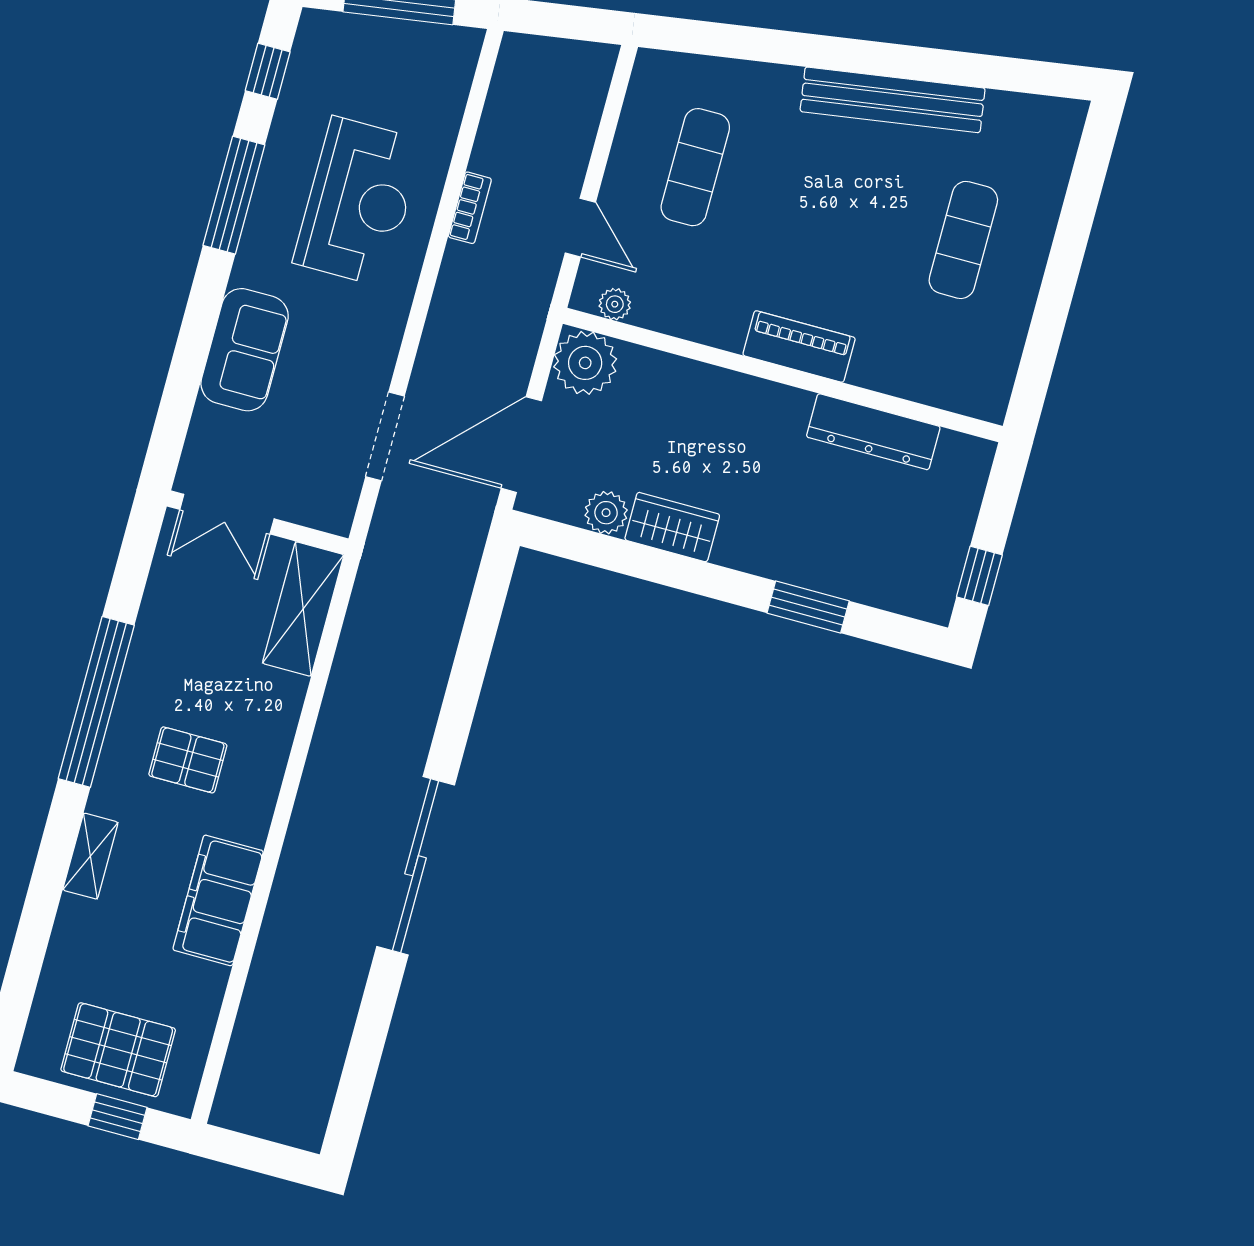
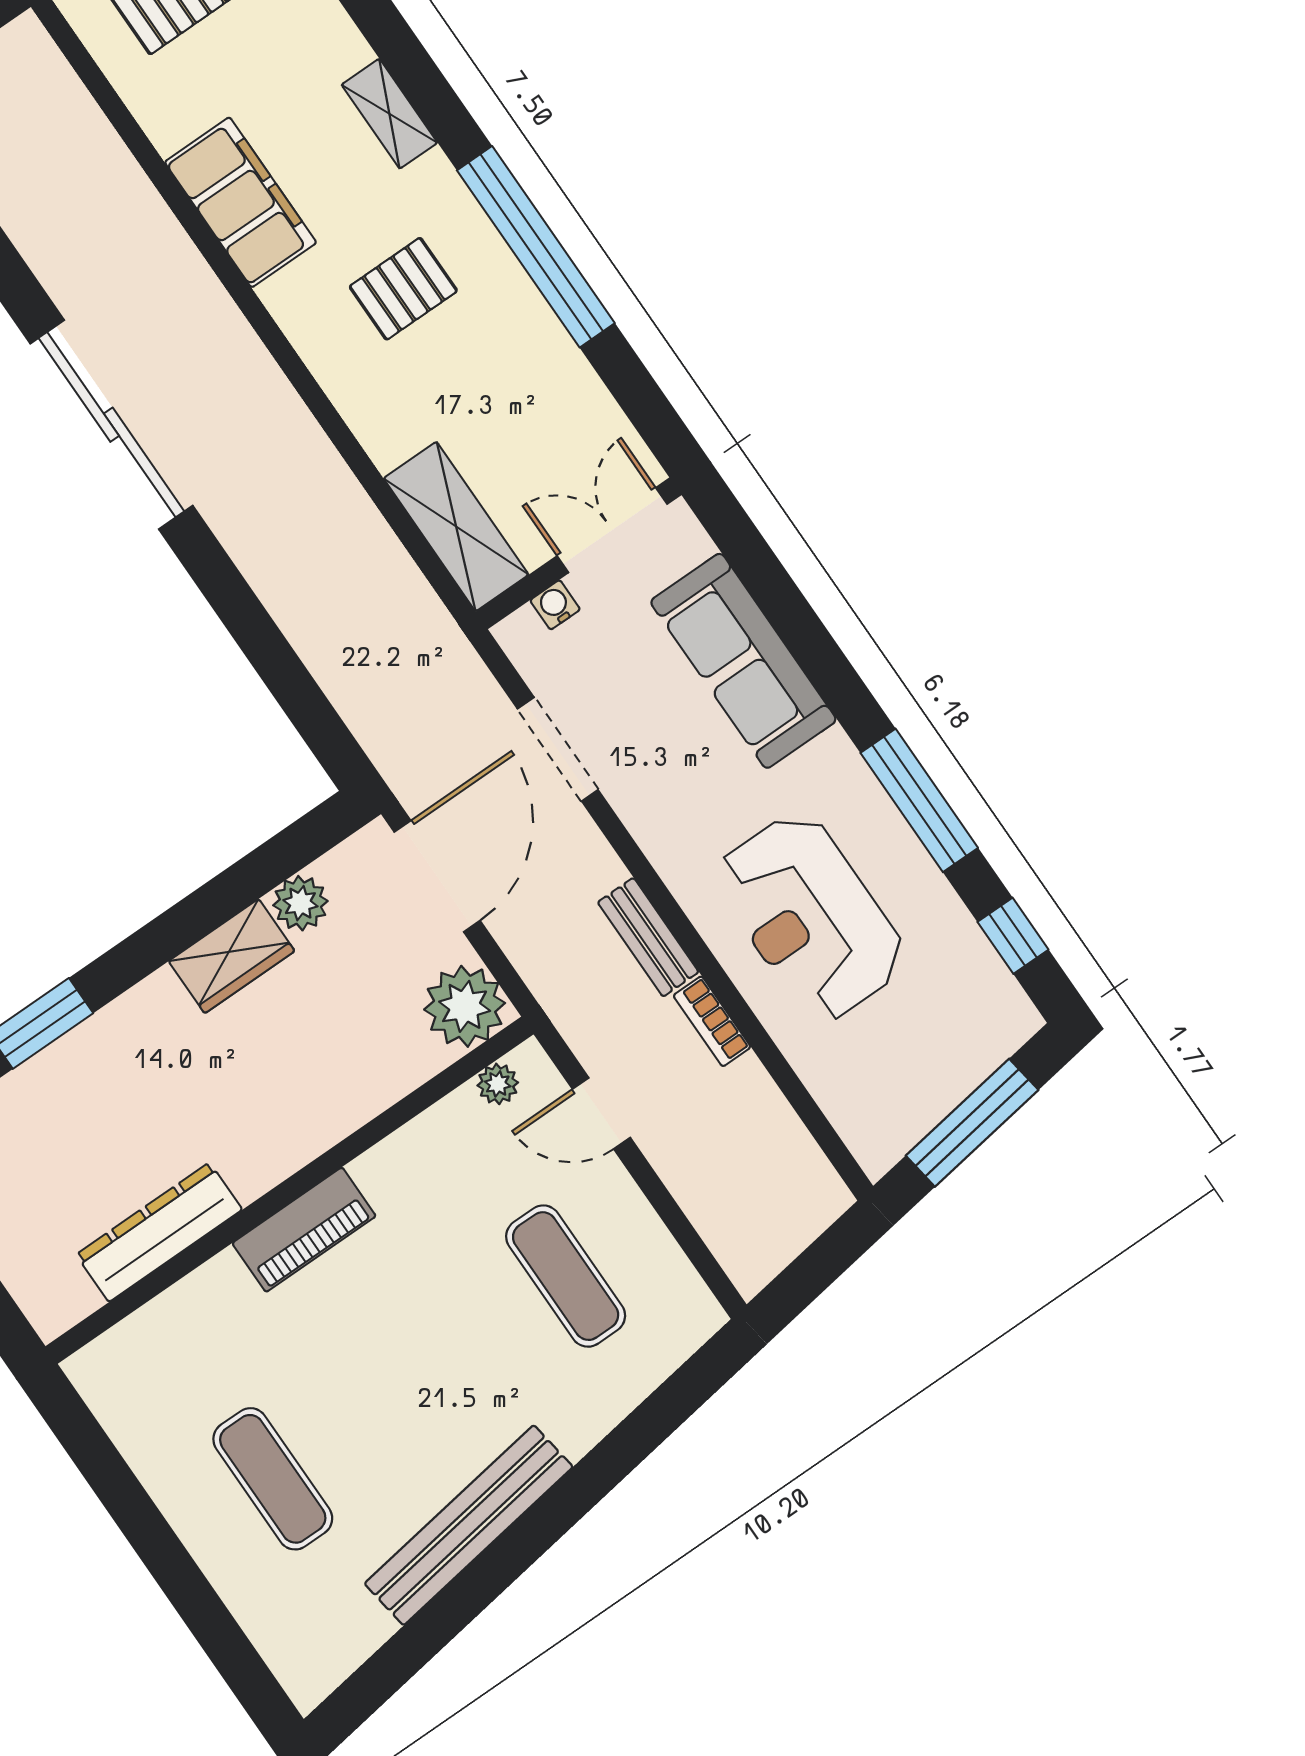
bench: (452, 288) -> (648, 937), added
sofa: (245, 350) -> (743, 661), width x1.36
water cooler: (300, 511) -> (555, 605), added

